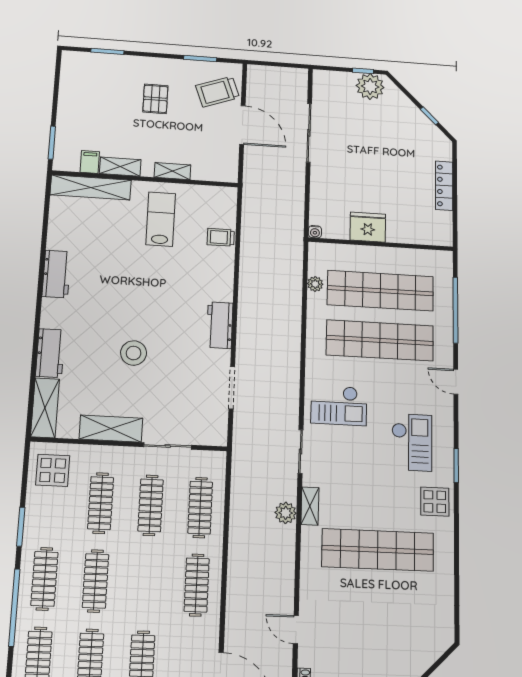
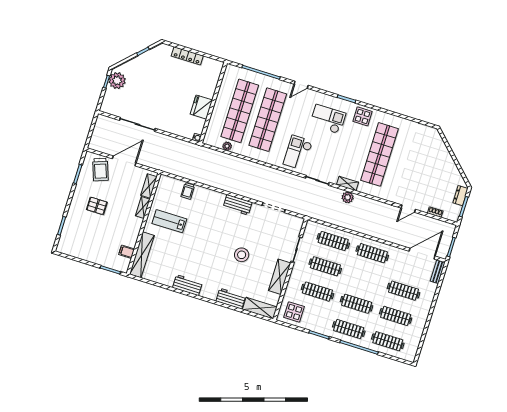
shelving: (120, 167) -> (149, 186), moved
checkout: (339, 405) -> (298, 153), turned 180

